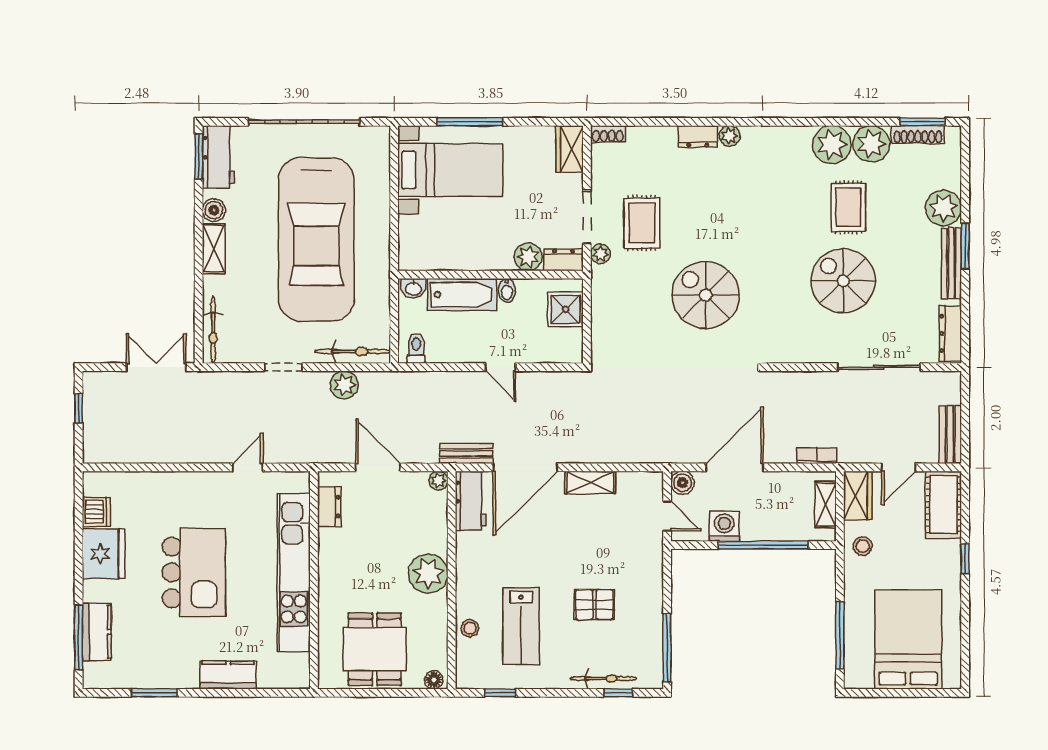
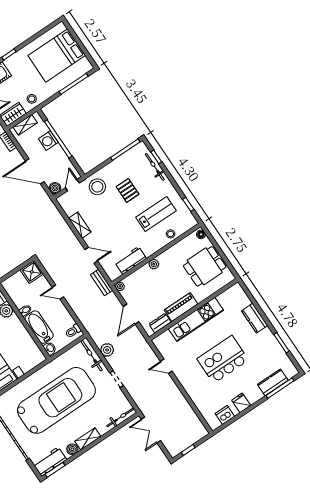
shower: (566, 309) -> (32, 272), moved
door: (500, 367) -> (58, 292), swing flipped
door: (525, 467) -> (91, 255), width x0.53
workbench: (471, 501) -> (131, 260), moved
washing machine: (724, 526) -> (48, 141), moved
fridge: (104, 554) -> (241, 403), width x0.53, depth x0.75
stool: (636, 557) -> (97, 187), added
piano: (332, 561) -> (181, 307), added
kitchen unit: (294, 573) -> (196, 319), width x0.73
plant: (428, 574) -> (154, 264), width x0.53, depth x0.53

